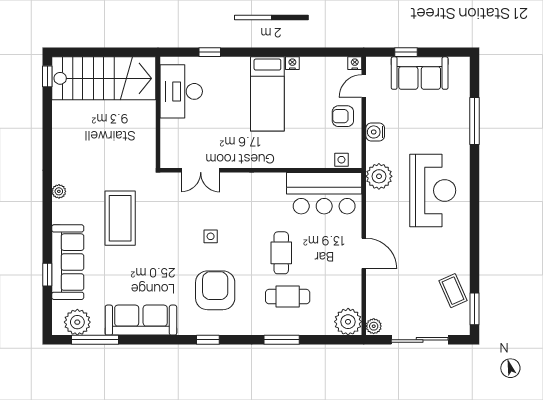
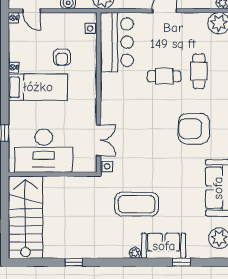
window: (47, 76) -> (74, 262), moved
desk: (181, 91) -> (44, 151), width x1.36, depth x1.30
armchair: (343, 116) -> (62, 57), moved
plant: (59, 191) -> (135, 253), moved
side table: (211, 236) -> (107, 166), moved
sofa: (68, 262) -> (164, 246), width x0.73

